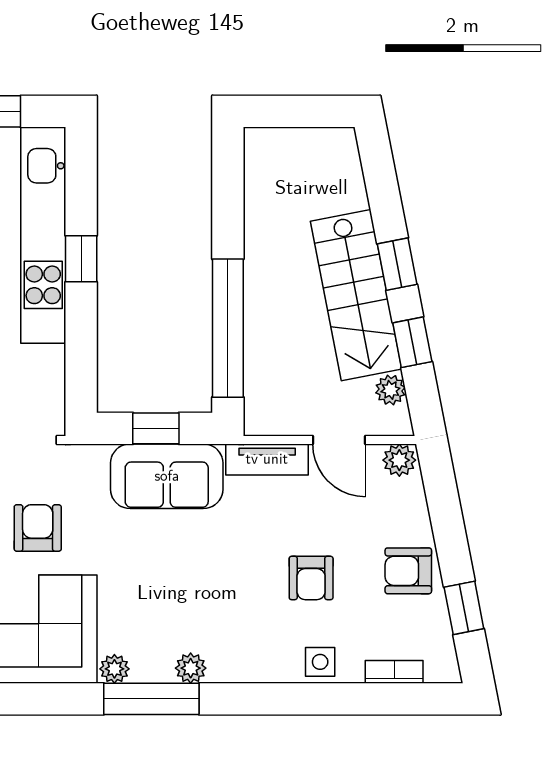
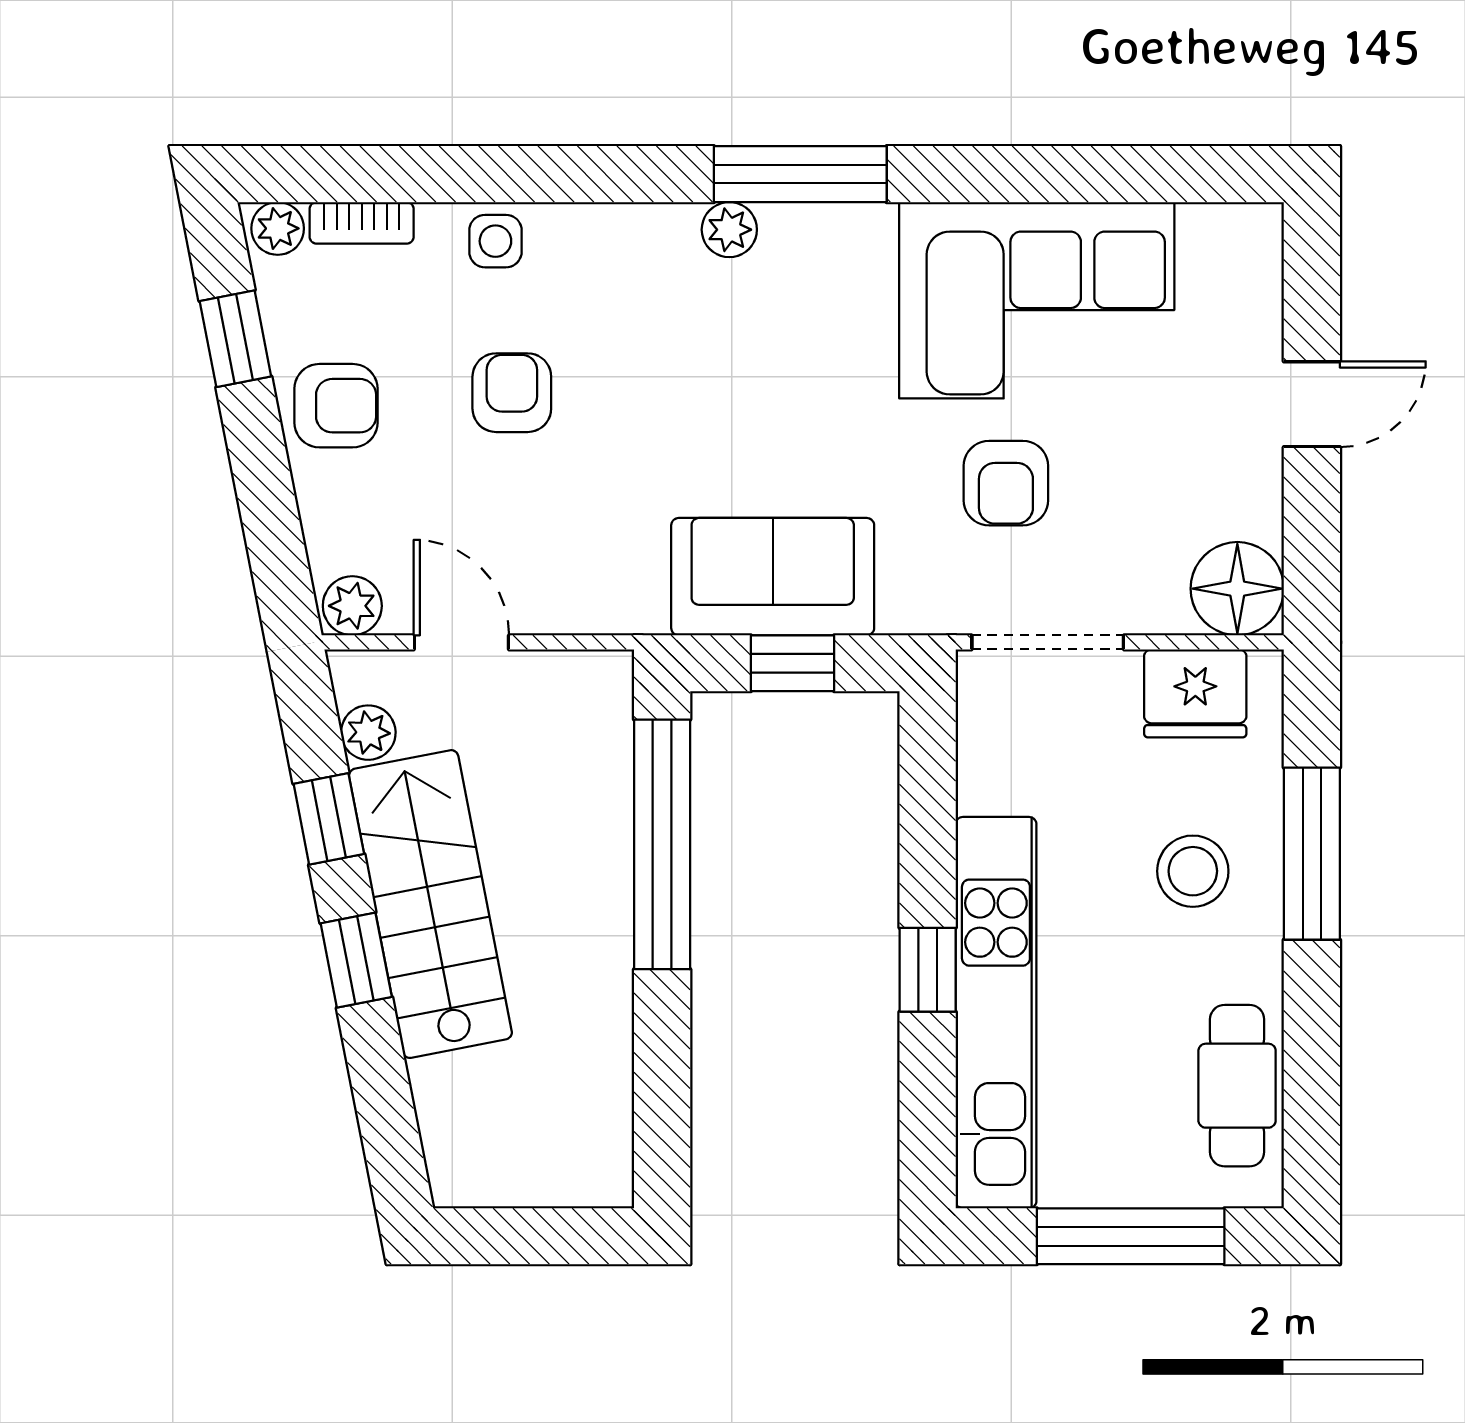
tv unit: (267, 459) -> (591, 607), removed
plant: (114, 669) -> (278, 228), moved

